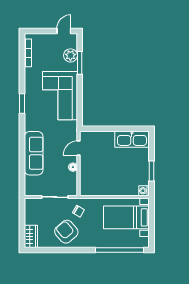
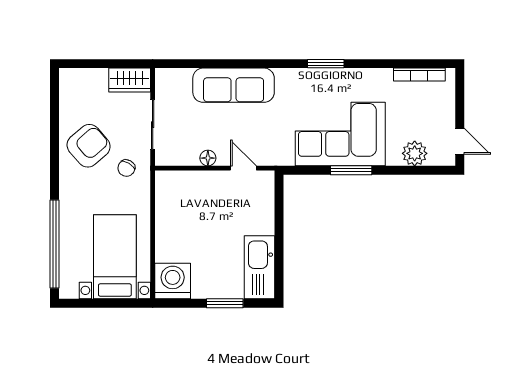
window: (80, 63) -> (351, 170), moved
window: (151, 171) -> (225, 303), moved
washing machine: (144, 191) -> (173, 281), width x1.89, depth x1.89
wardrobe: (31, 236) -> (130, 80), moved

